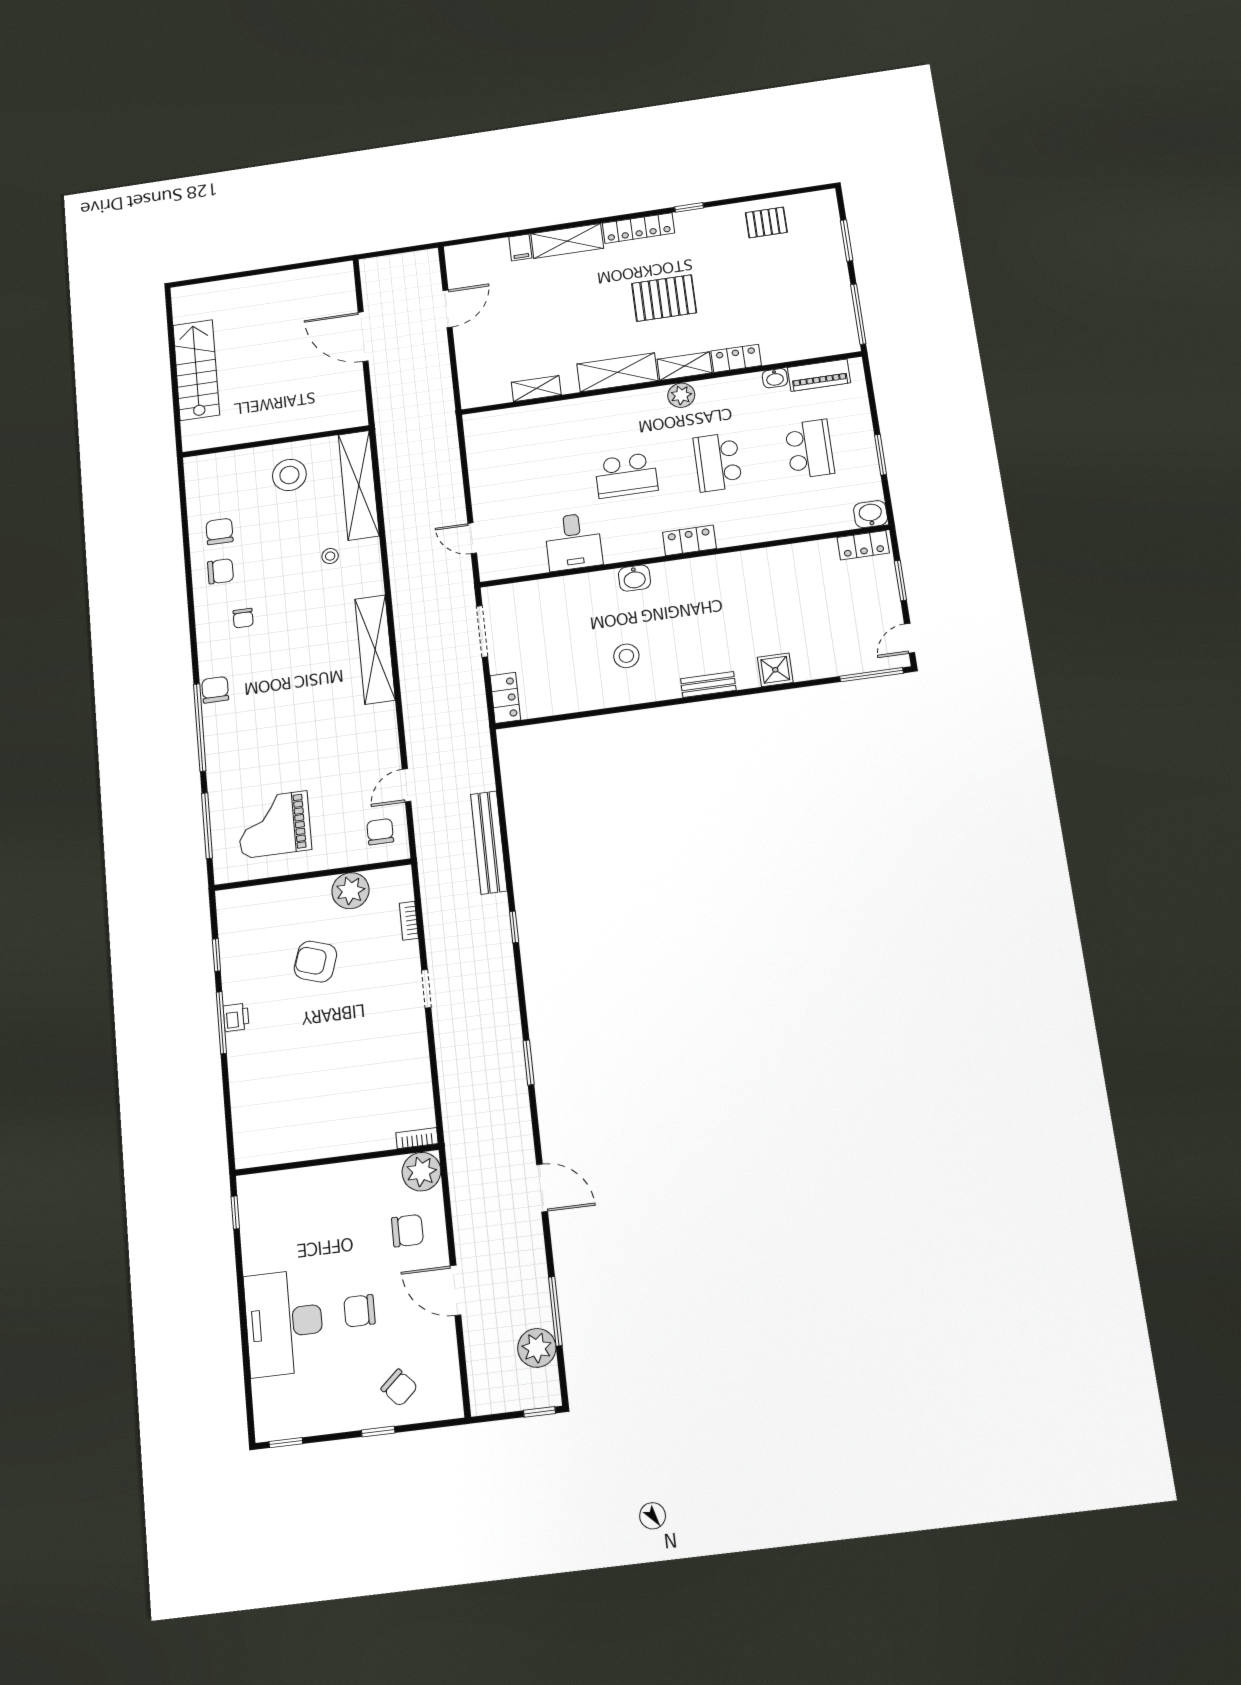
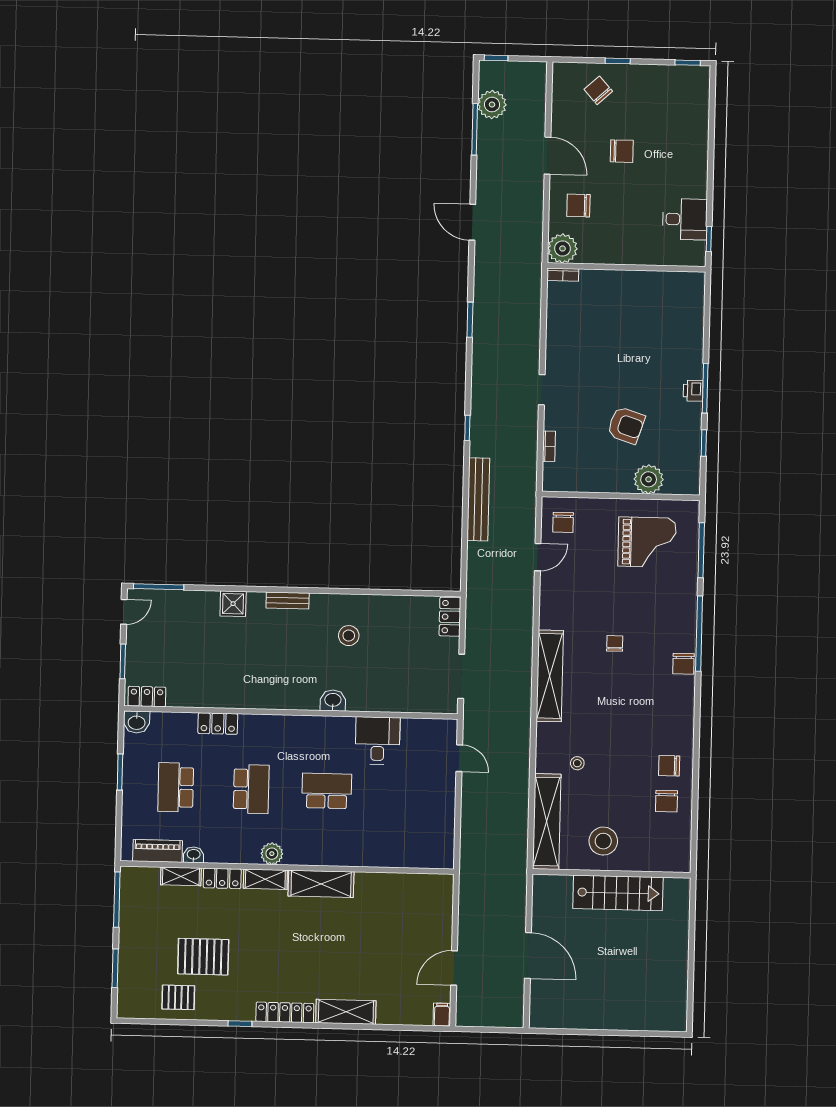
filing cabinet: (520, 248) -> (442, 1015), moved
pallet: (664, 298) -> (203, 957), moved
stairs: (196, 370) -> (618, 893), moved, turned -90
shelving: (536, 389) -> (181, 876), moved
locker: (689, 540) -> (218, 724), moved
chair: (243, 618) -> (615, 643), moved
plant: (350, 891) -> (649, 479), moved
desk: (284, 1323) -> (685, 219), moved, width x0.53, depth x0.77

